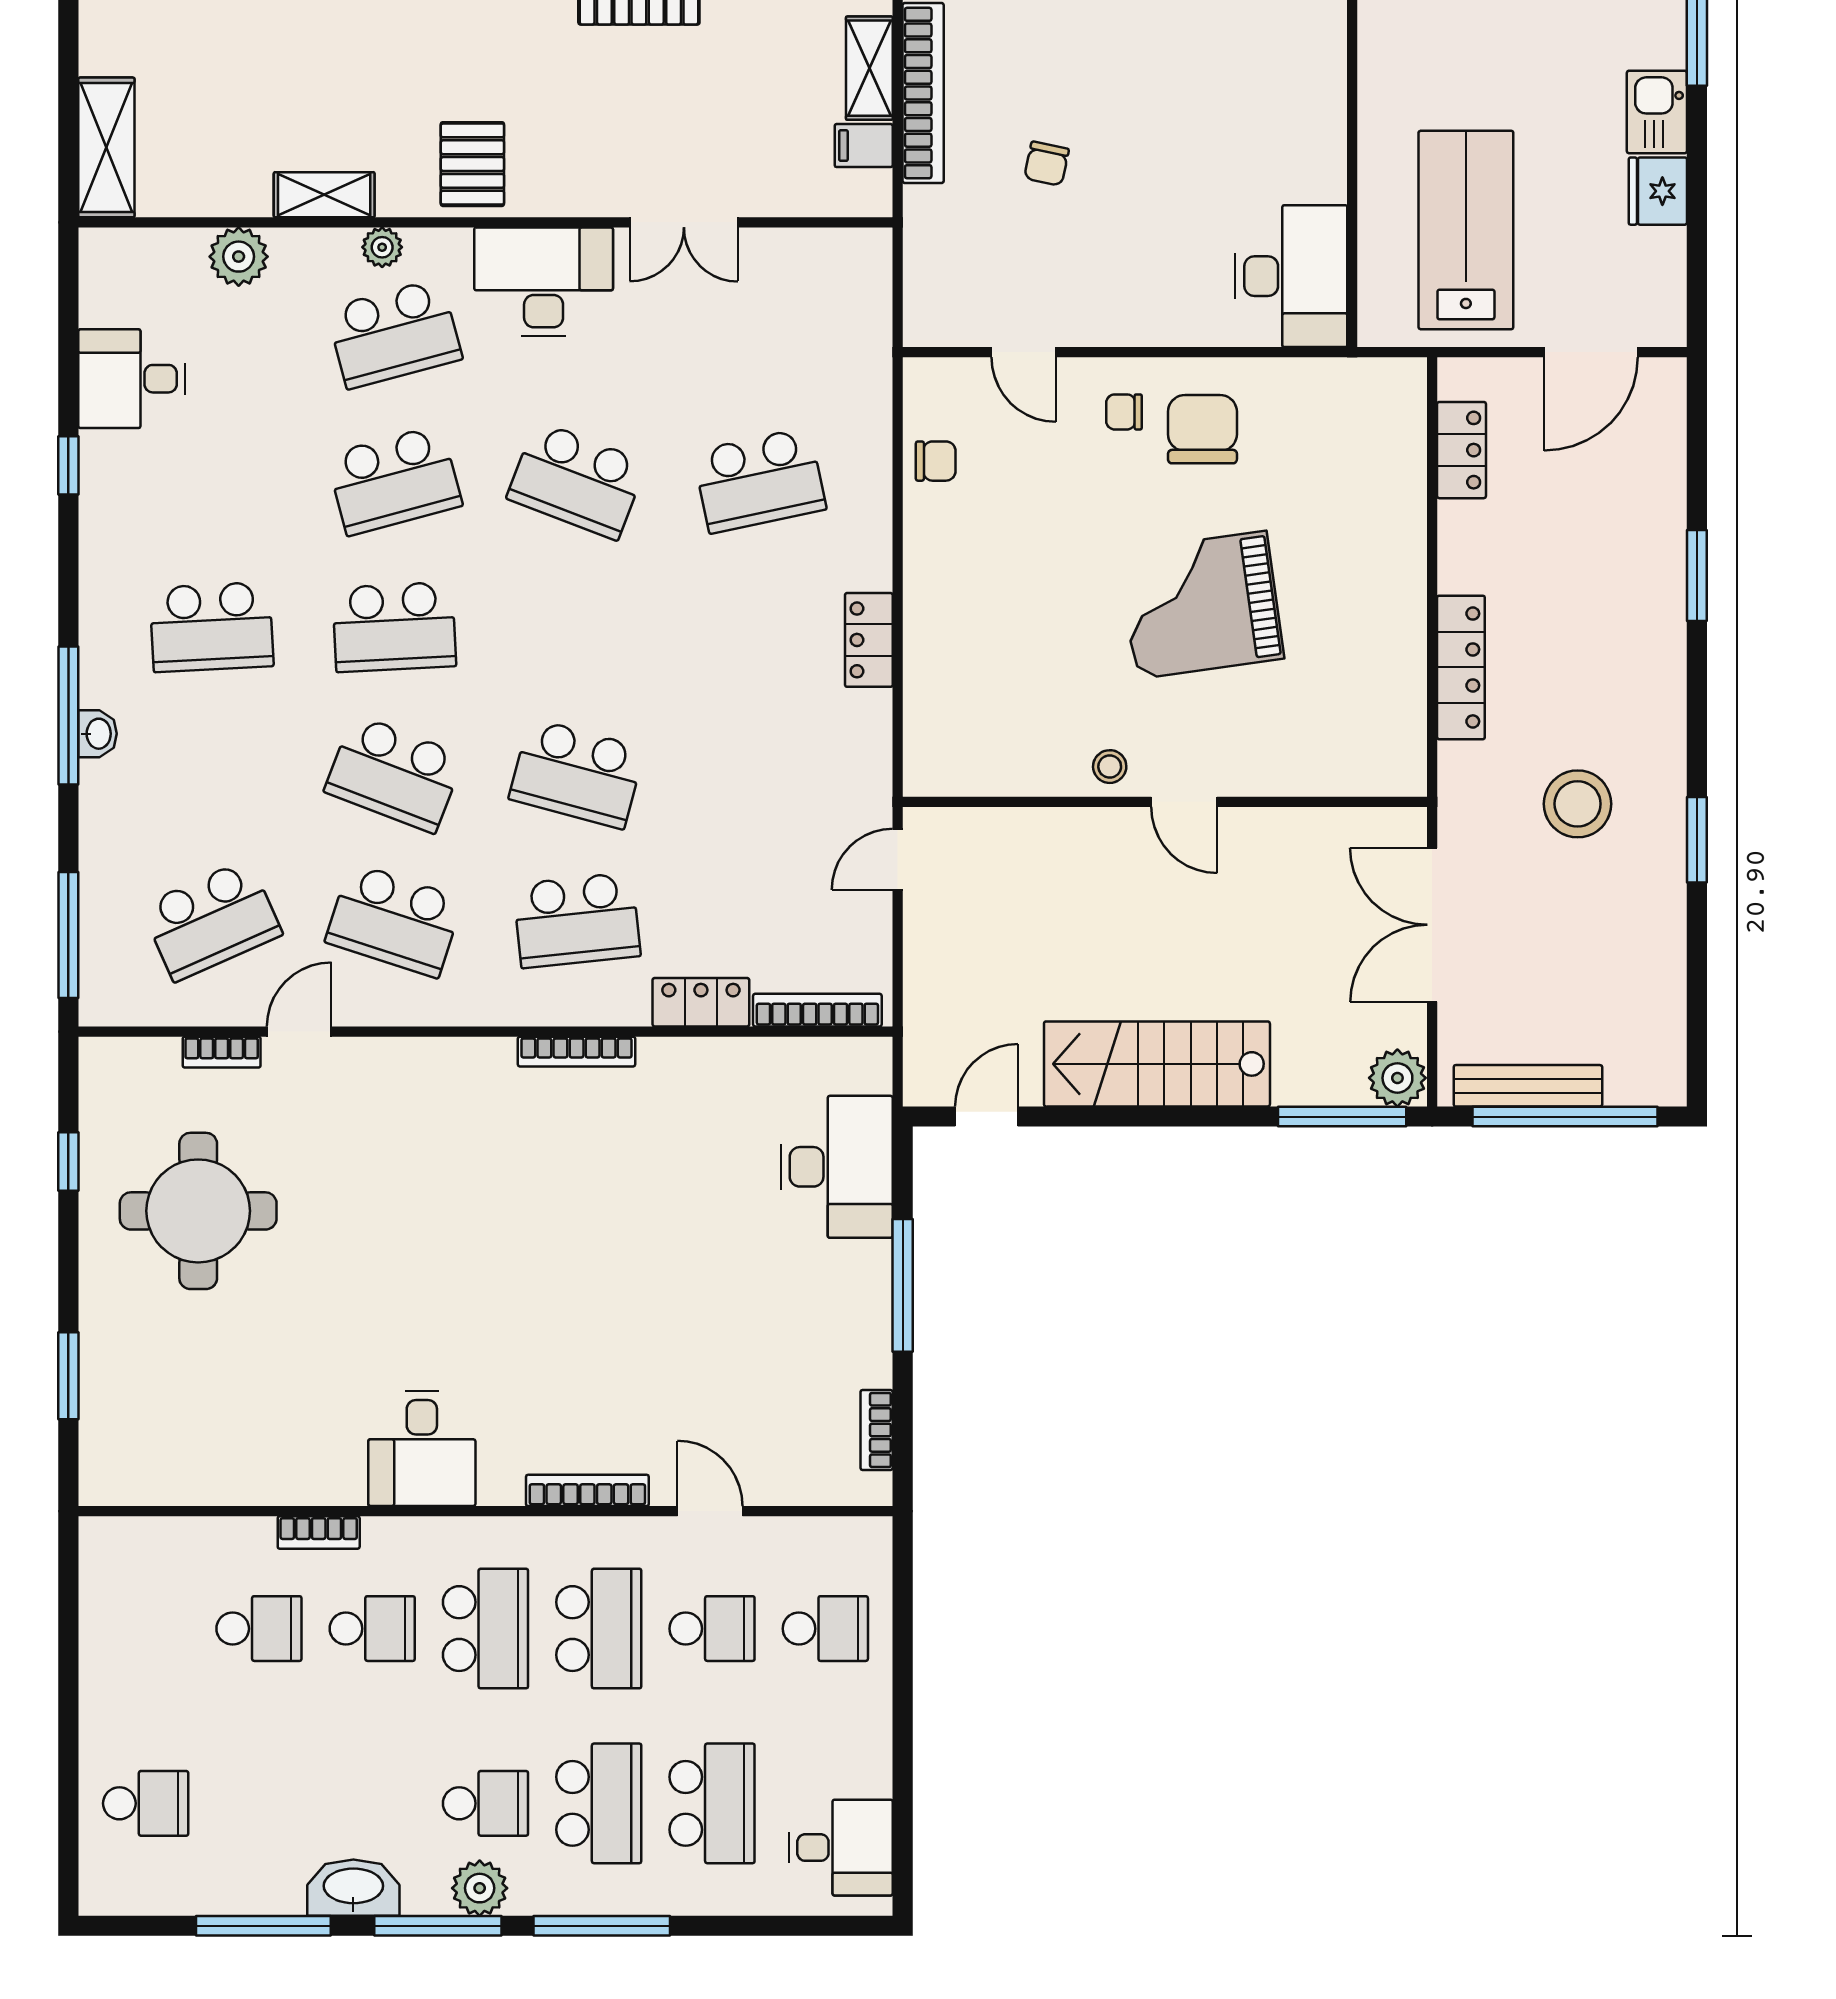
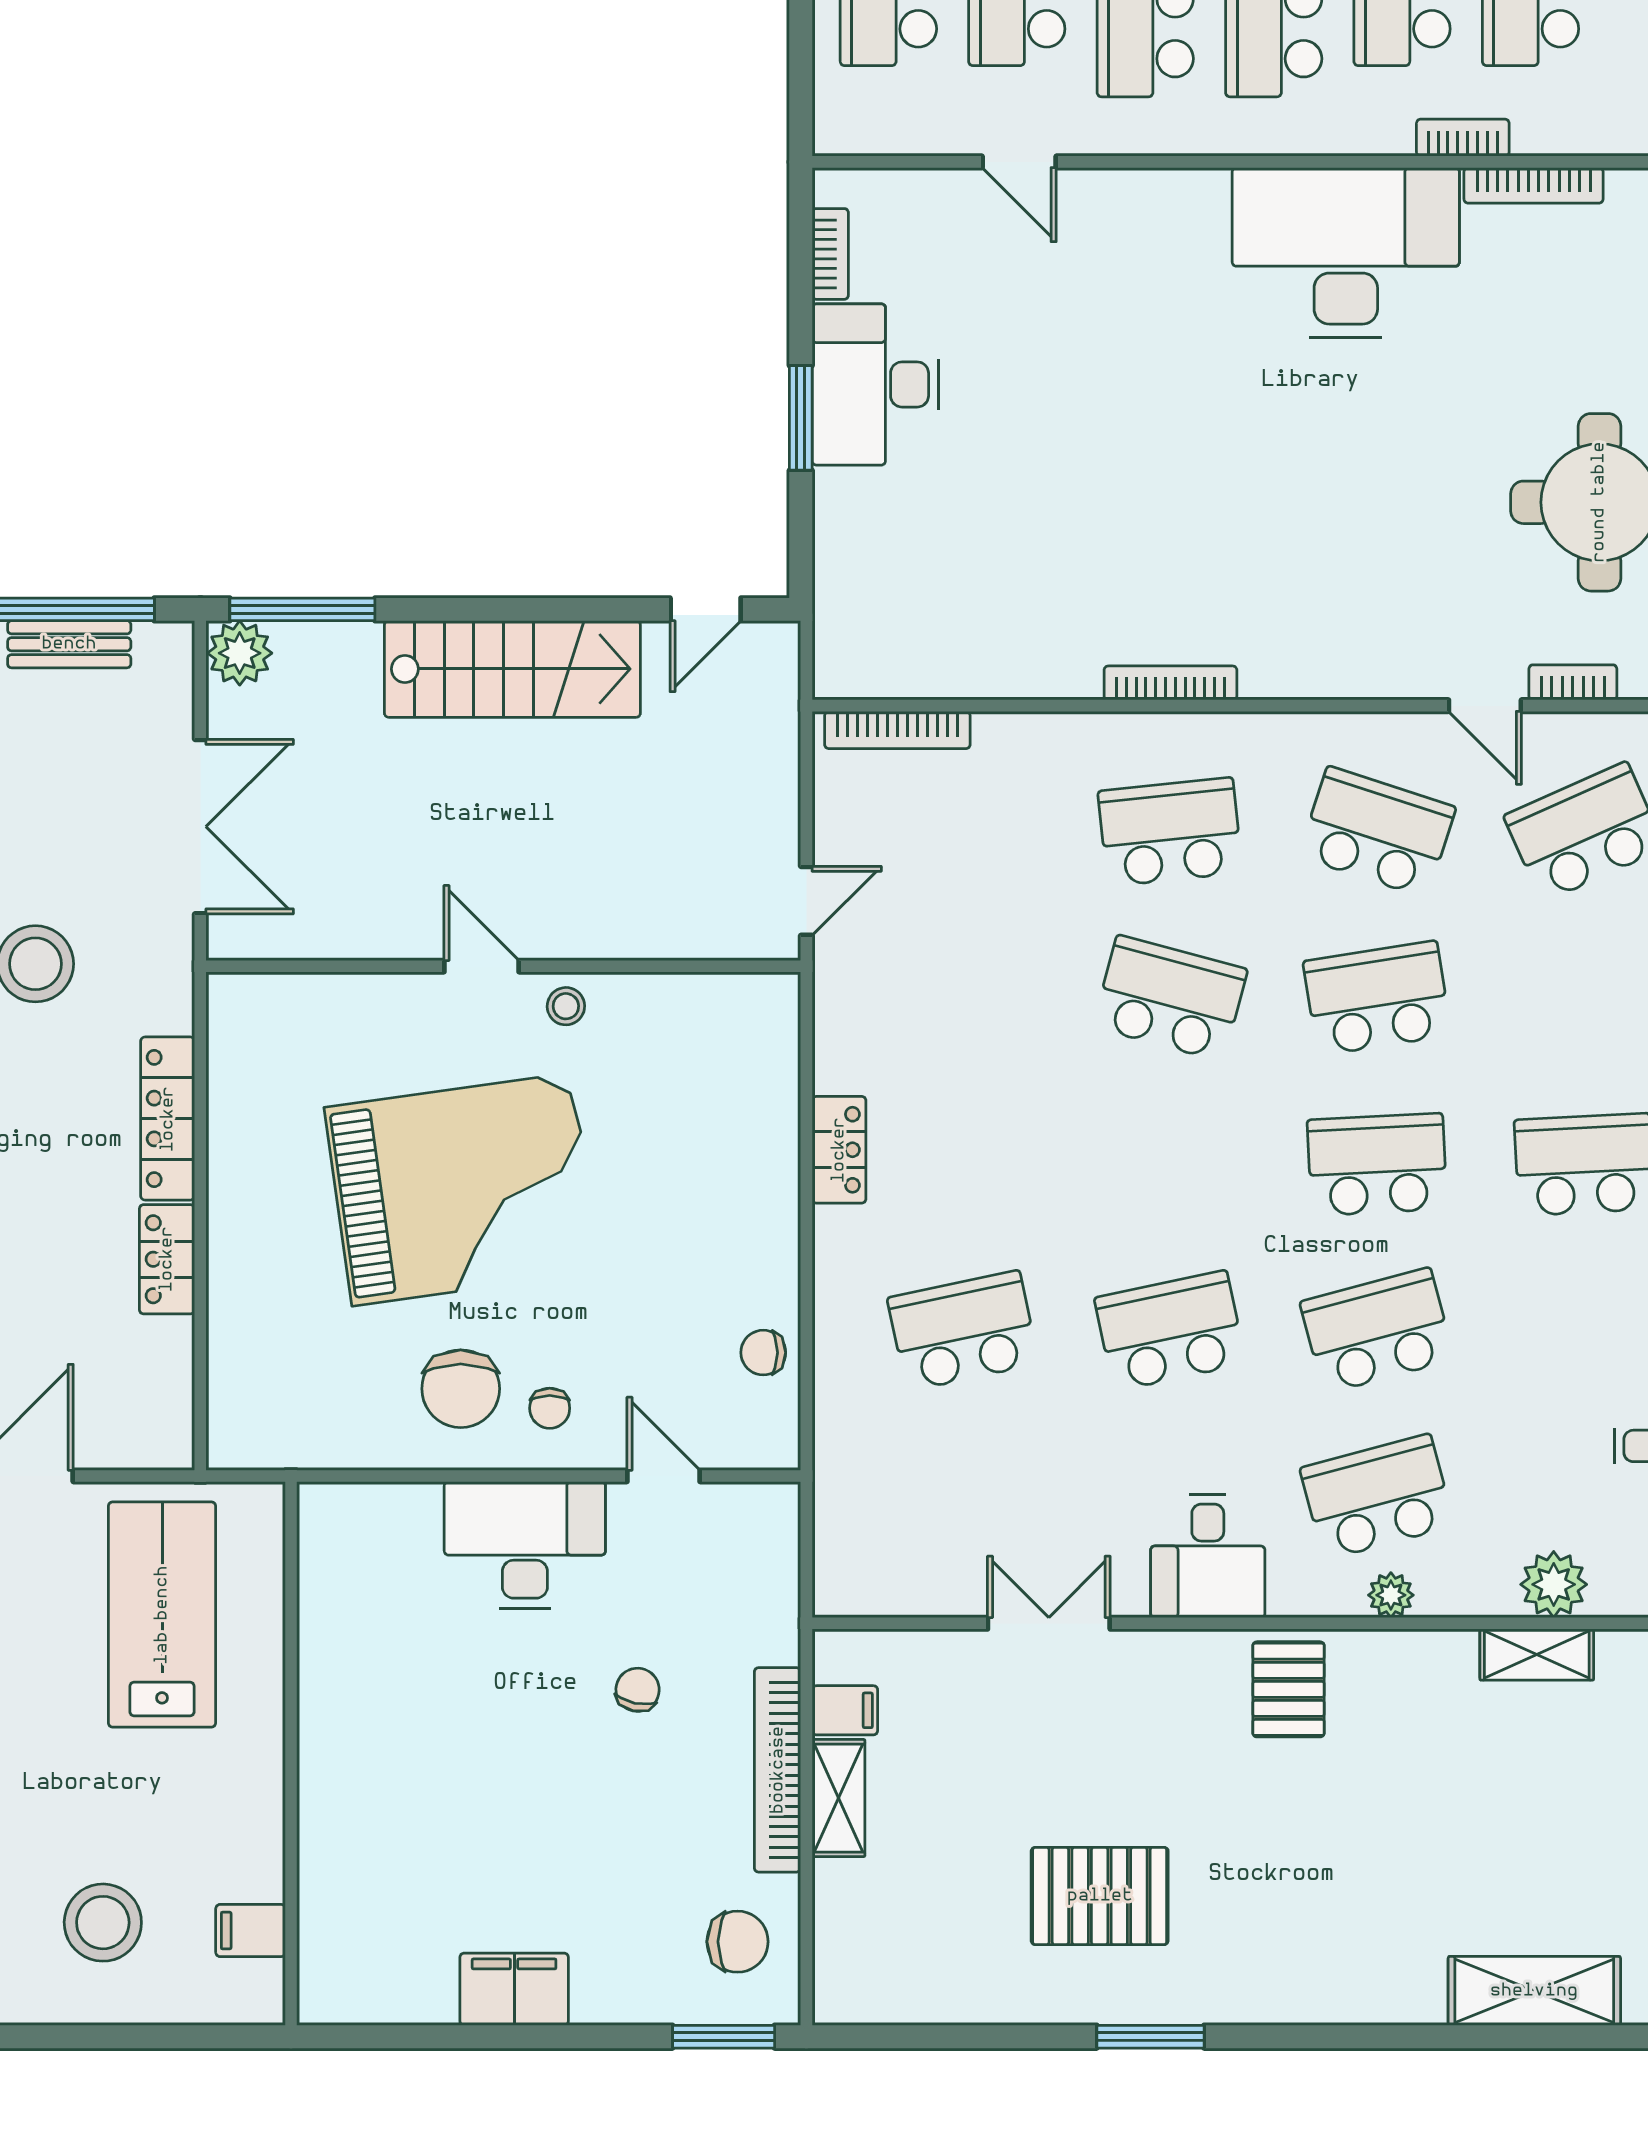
shelving: (324, 195) -> (1537, 1655), moved
lab bench: (1466, 230) -> (162, 1615), turned 180
desk: (1291, 276) -> (525, 1545), moved, turned 90
desk: (544, 282) -> (1208, 1556), width x0.73
chair: (1124, 412) -> (550, 1408), turned 90
locker: (1461, 450) -> (167, 1259), moved
school desk: (577, 480) -> (1170, 1331), turned -33
grand piano: (1201, 605) -> (462, 1189), width x1.37, depth x1.48
school desk: (394, 774) -> (1377, 998), turned -30
locker: (701, 1002) -> (1029, 739), removed
door: (299, 1032) -> (1485, 706), hinge flipped
bench: (1528, 1086) -> (69, 644), width x0.73
desk: (837, 1167) -> (875, 384), moved
window: (903, 1285) -> (801, 418), width x0.69
desk: (422, 1448) -> (1346, 253), width x1.87, depth x1.30
bookcase: (587, 1490) -> (1534, 185), moved

